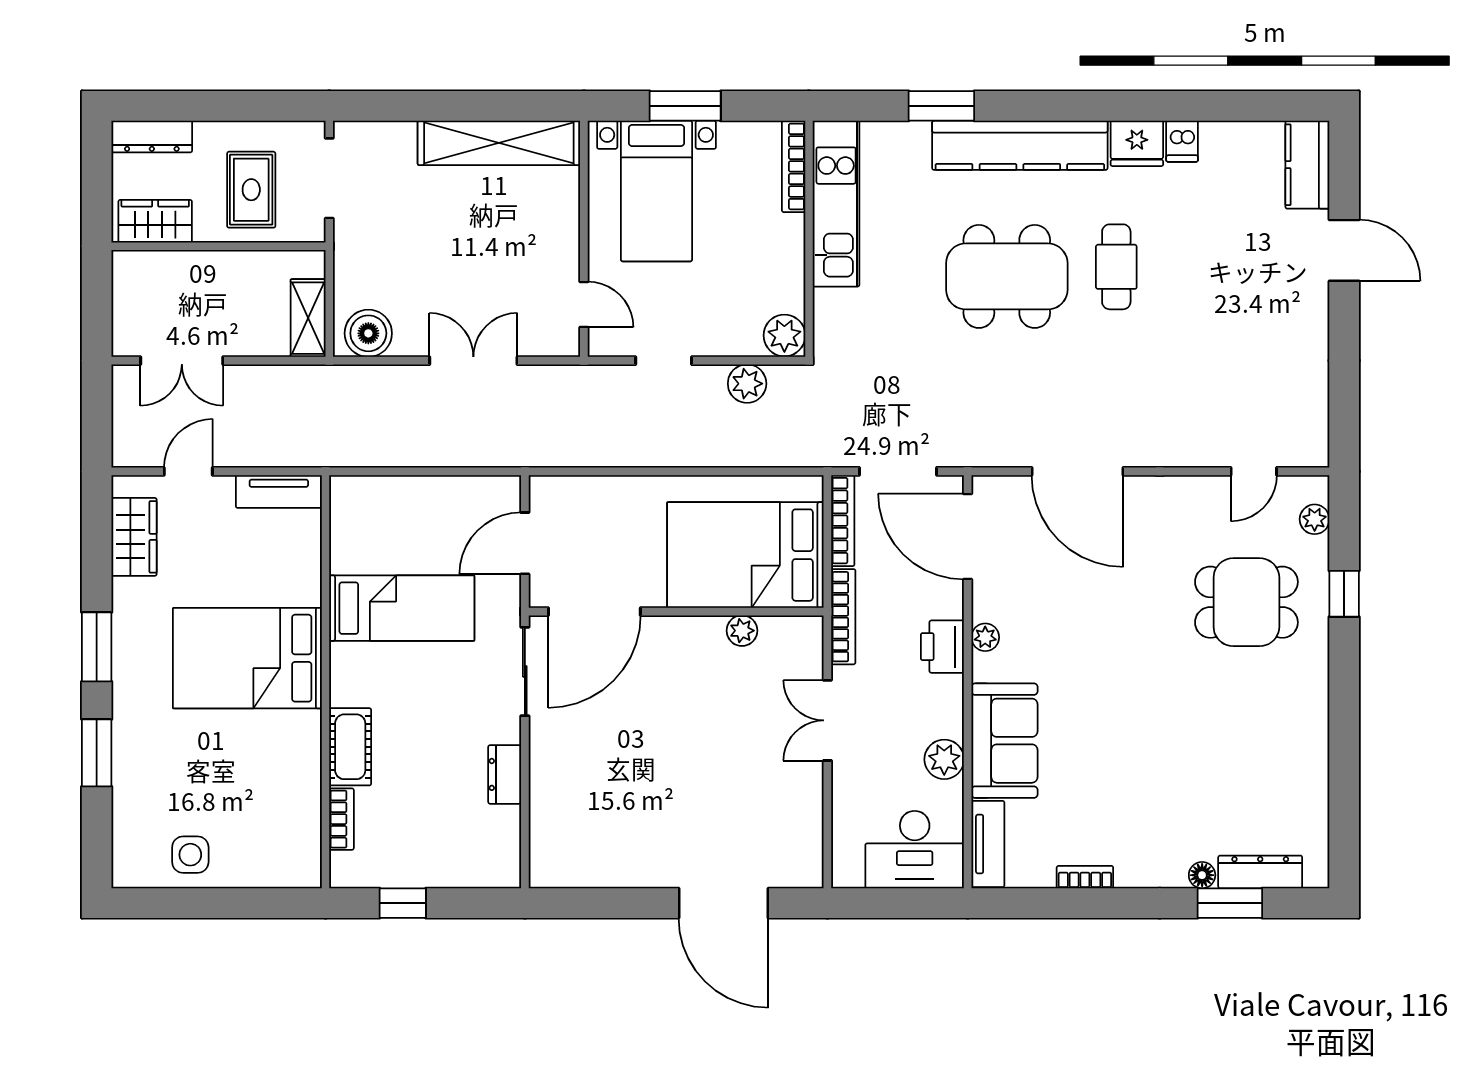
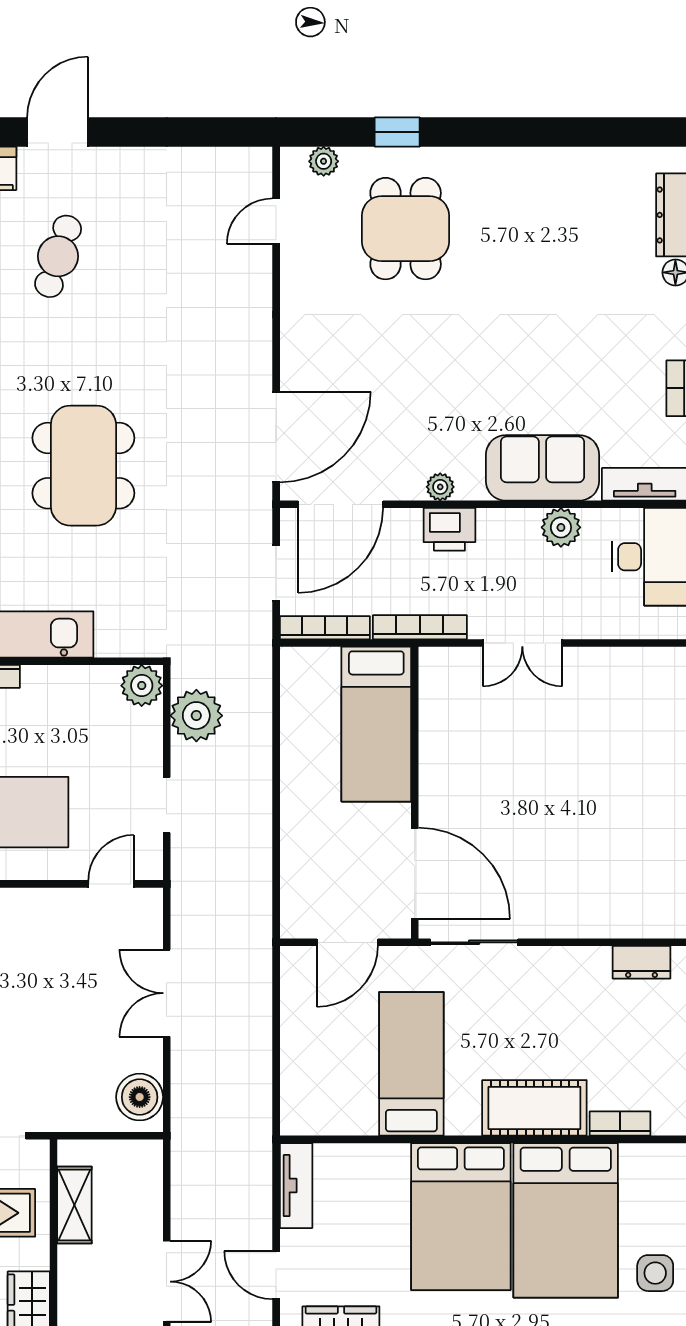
cafe table: (1116, 267) -> (58, 256), moved, turned -72
shelving: (308, 318) -> (74, 1205), moved, turned 90
plant: (747, 384) -> (196, 716), width x1.36, depth x1.36
doorway: (898, 471) -> (276, 573), width x0.73
door: (1077, 471) -> (276, 437), moved
door: (1254, 471) -> (276, 221), swing flipped
door: (525, 543) -> (347, 942), hinge flipped
bed: (745, 555) -> (376, 724), width x0.67
plant: (742, 631) -> (434, 728), removed
cot: (350, 747) -> (534, 1108), width x1.37, depth x1.34
bed: (244, 764) -> (566, 1220), added
dresser: (505, 774) -> (642, 962), moved

